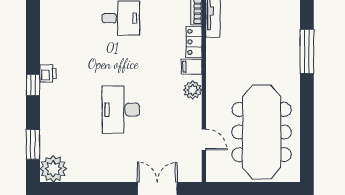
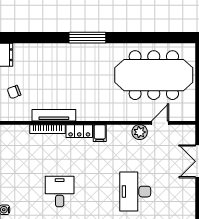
plant: (193, 90) -> (140, 132), moved
desk: (121, 110) -> (135, 192), turned 90

